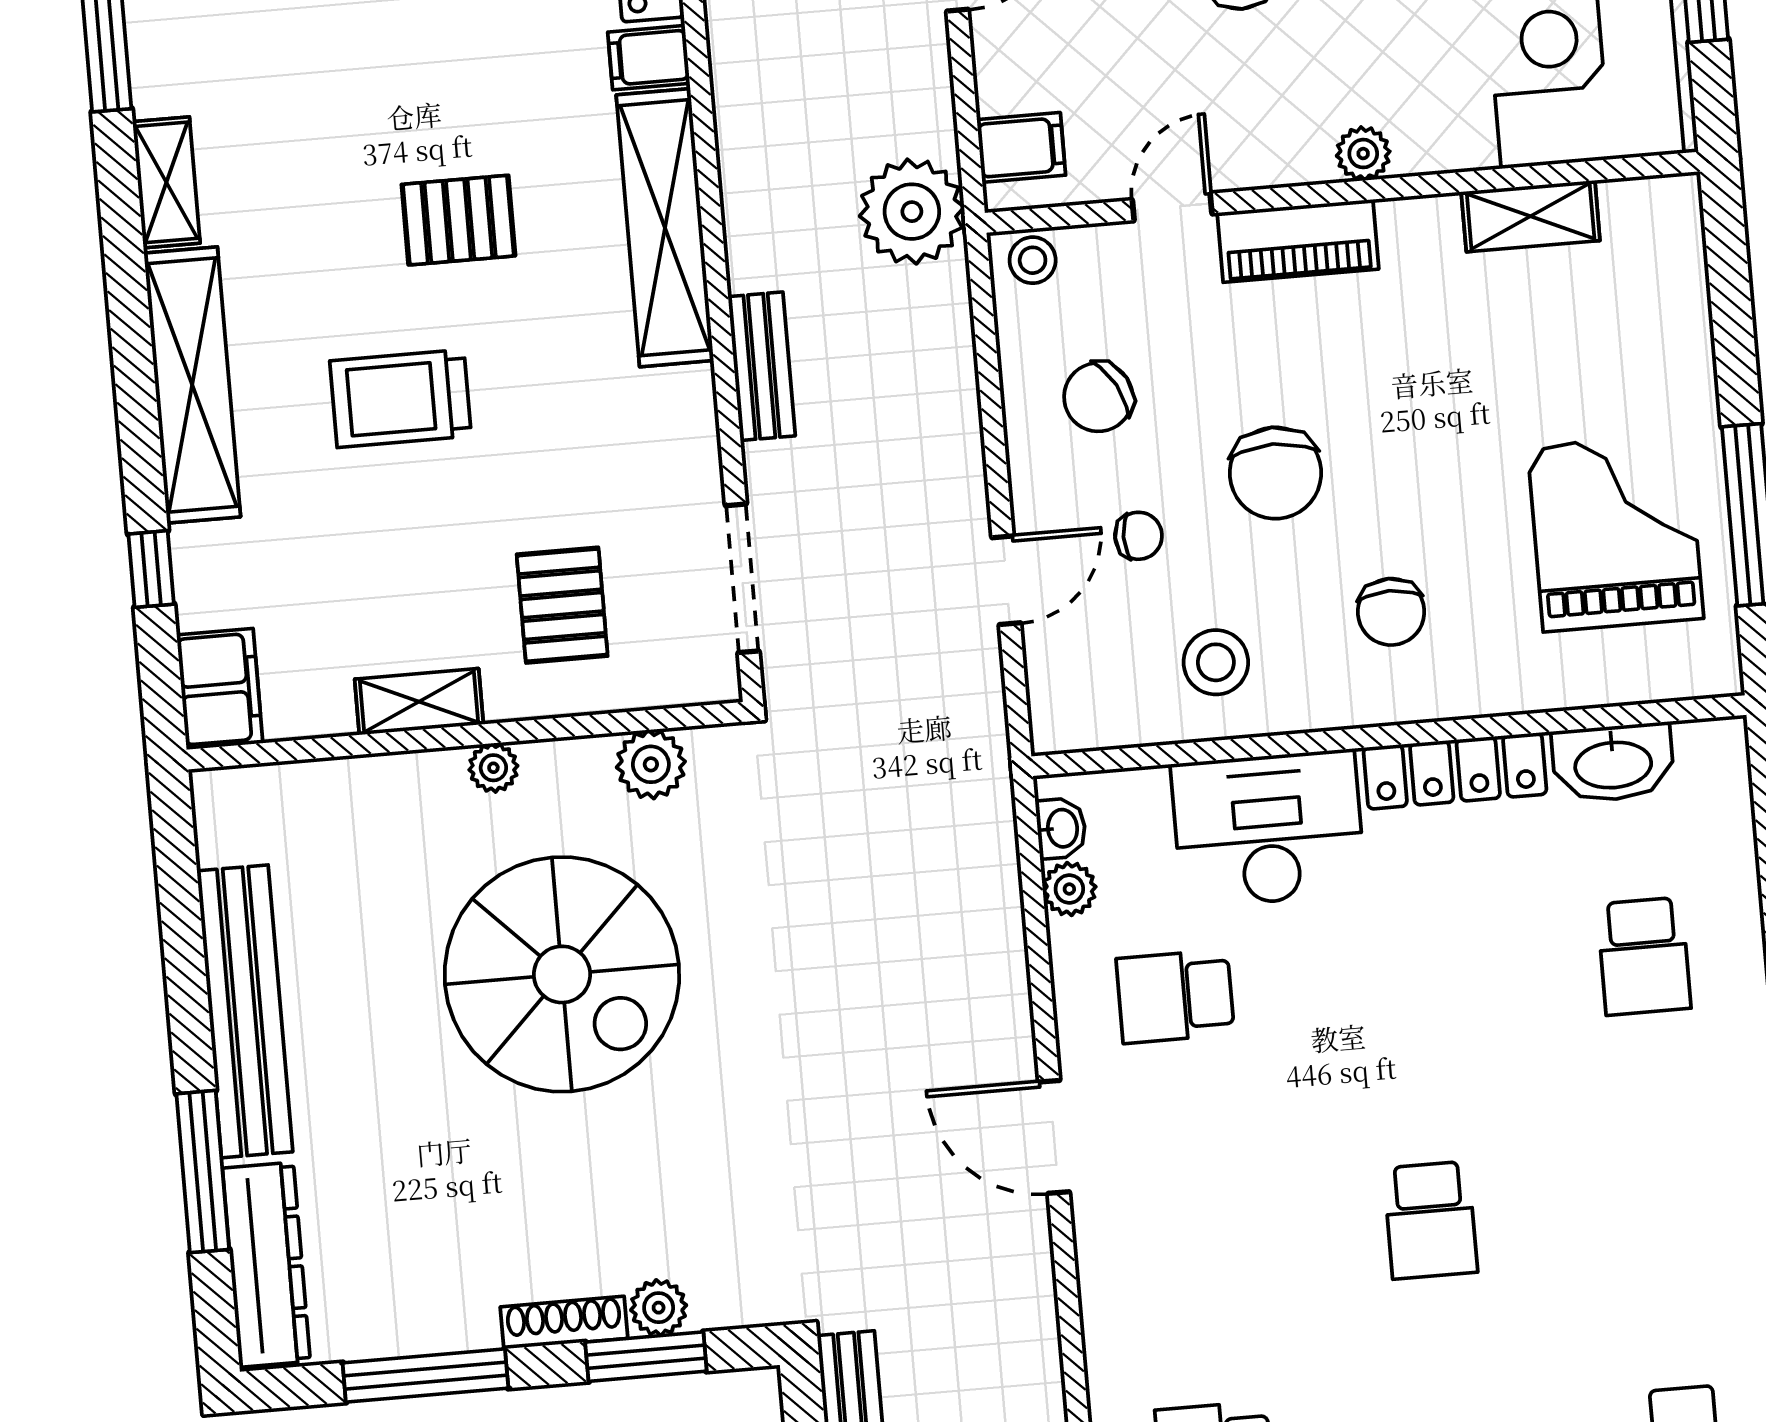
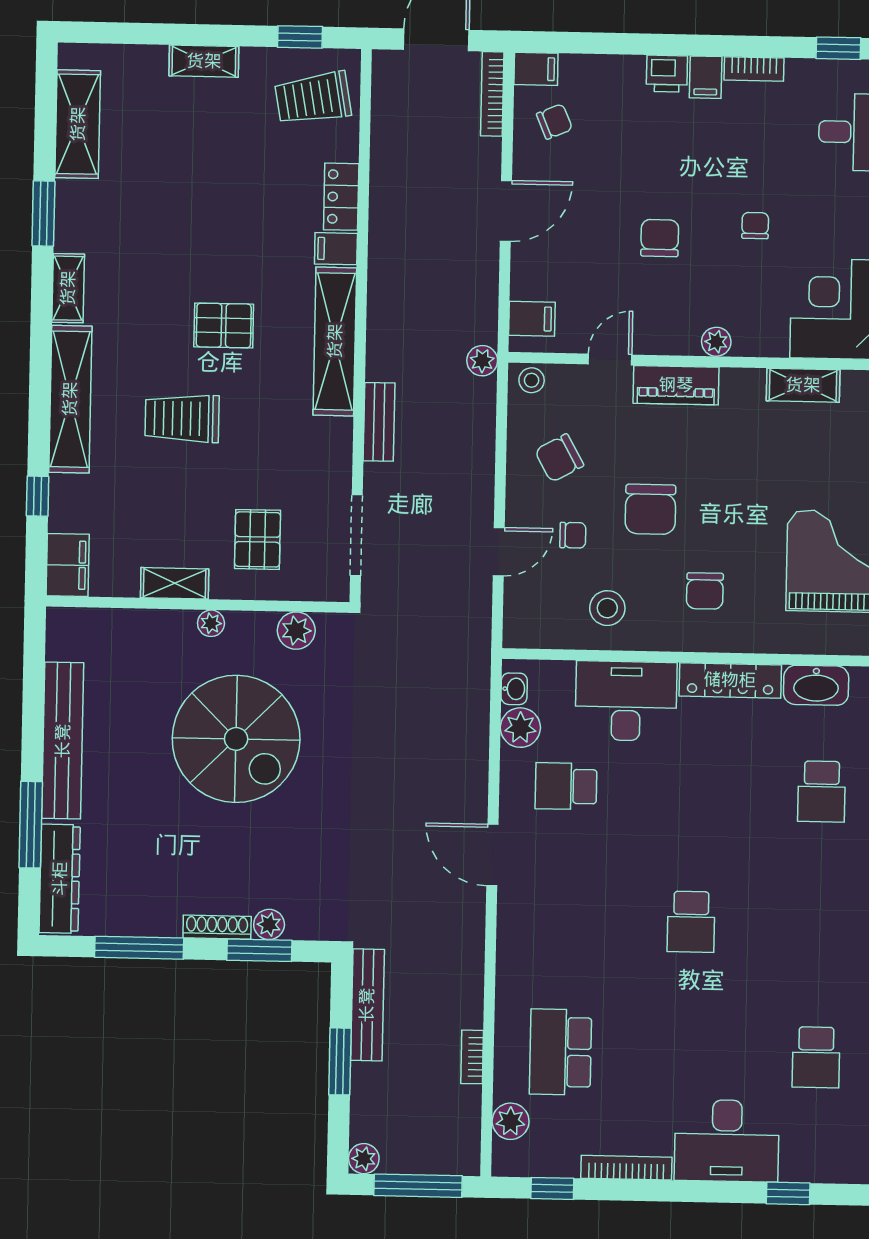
plant: (912, 212) -> (482, 361), width x0.53, depth x0.53
plant: (1069, 889) -> (520, 728), width x1.38, depth x1.38

